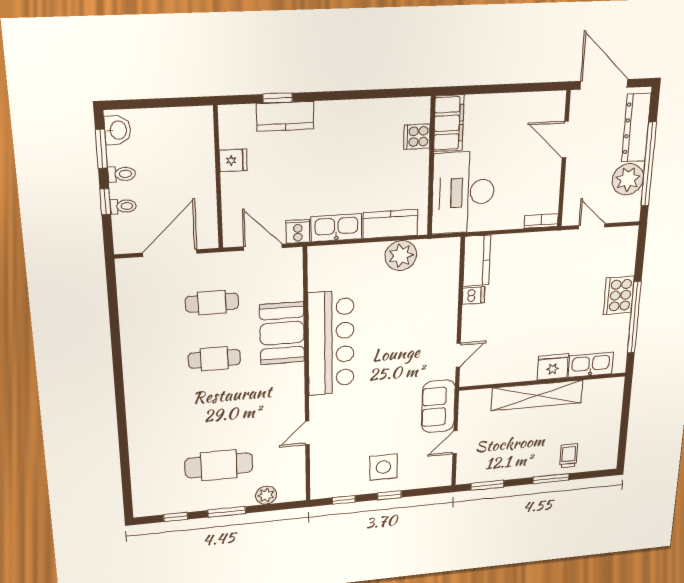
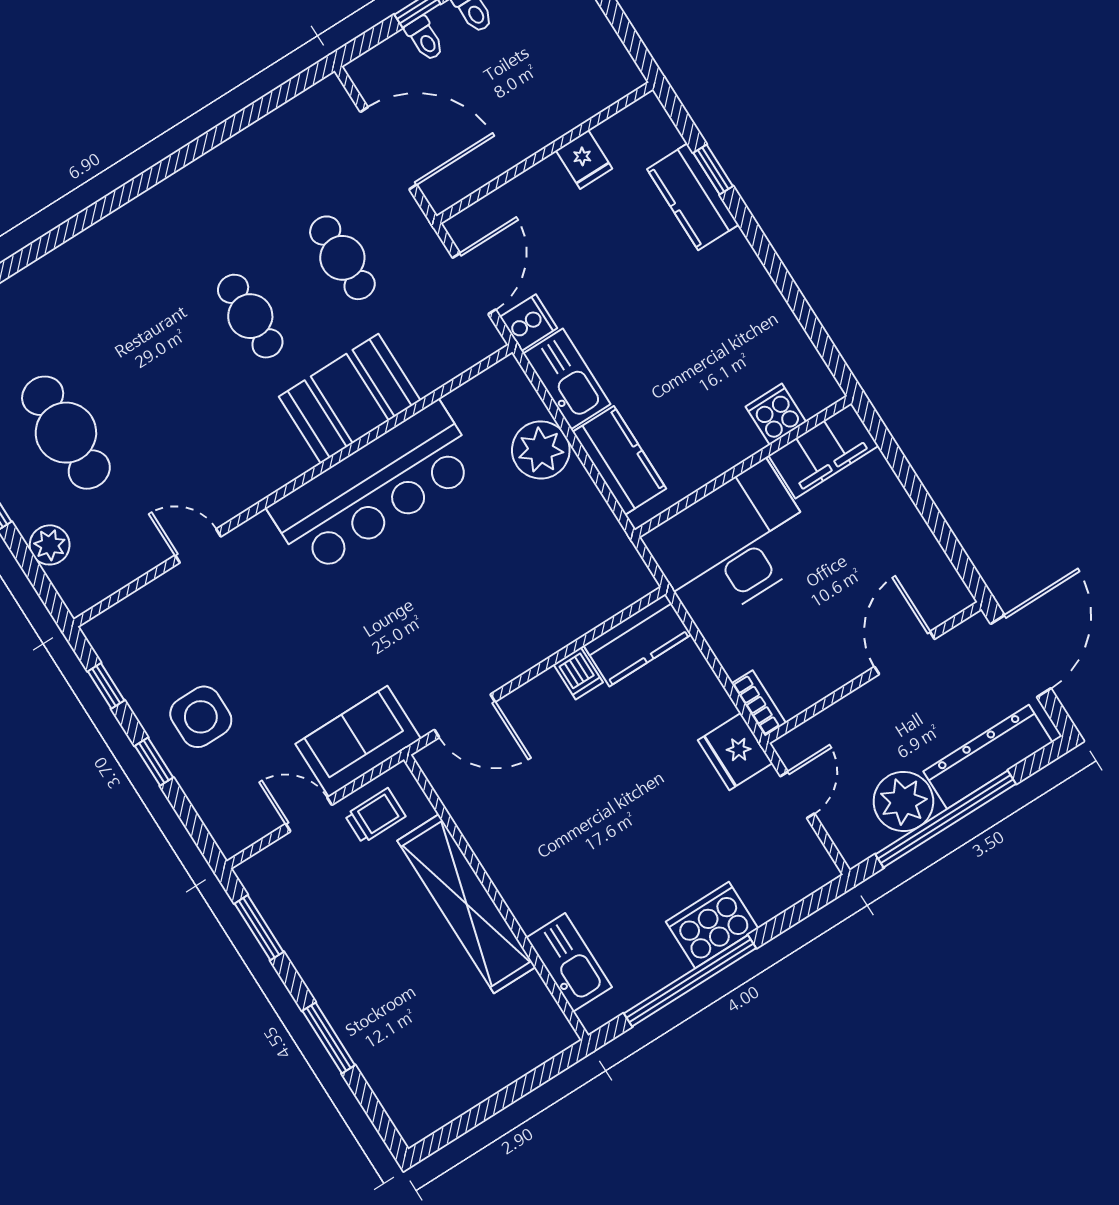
plant: (401, 256) -> (541, 450), moved
door: (458, 355) -> (465, 716), width x1.38
fridge: (553, 367) -> (735, 752), moved, turned 180
trolley: (569, 456) -> (375, 816), moved

